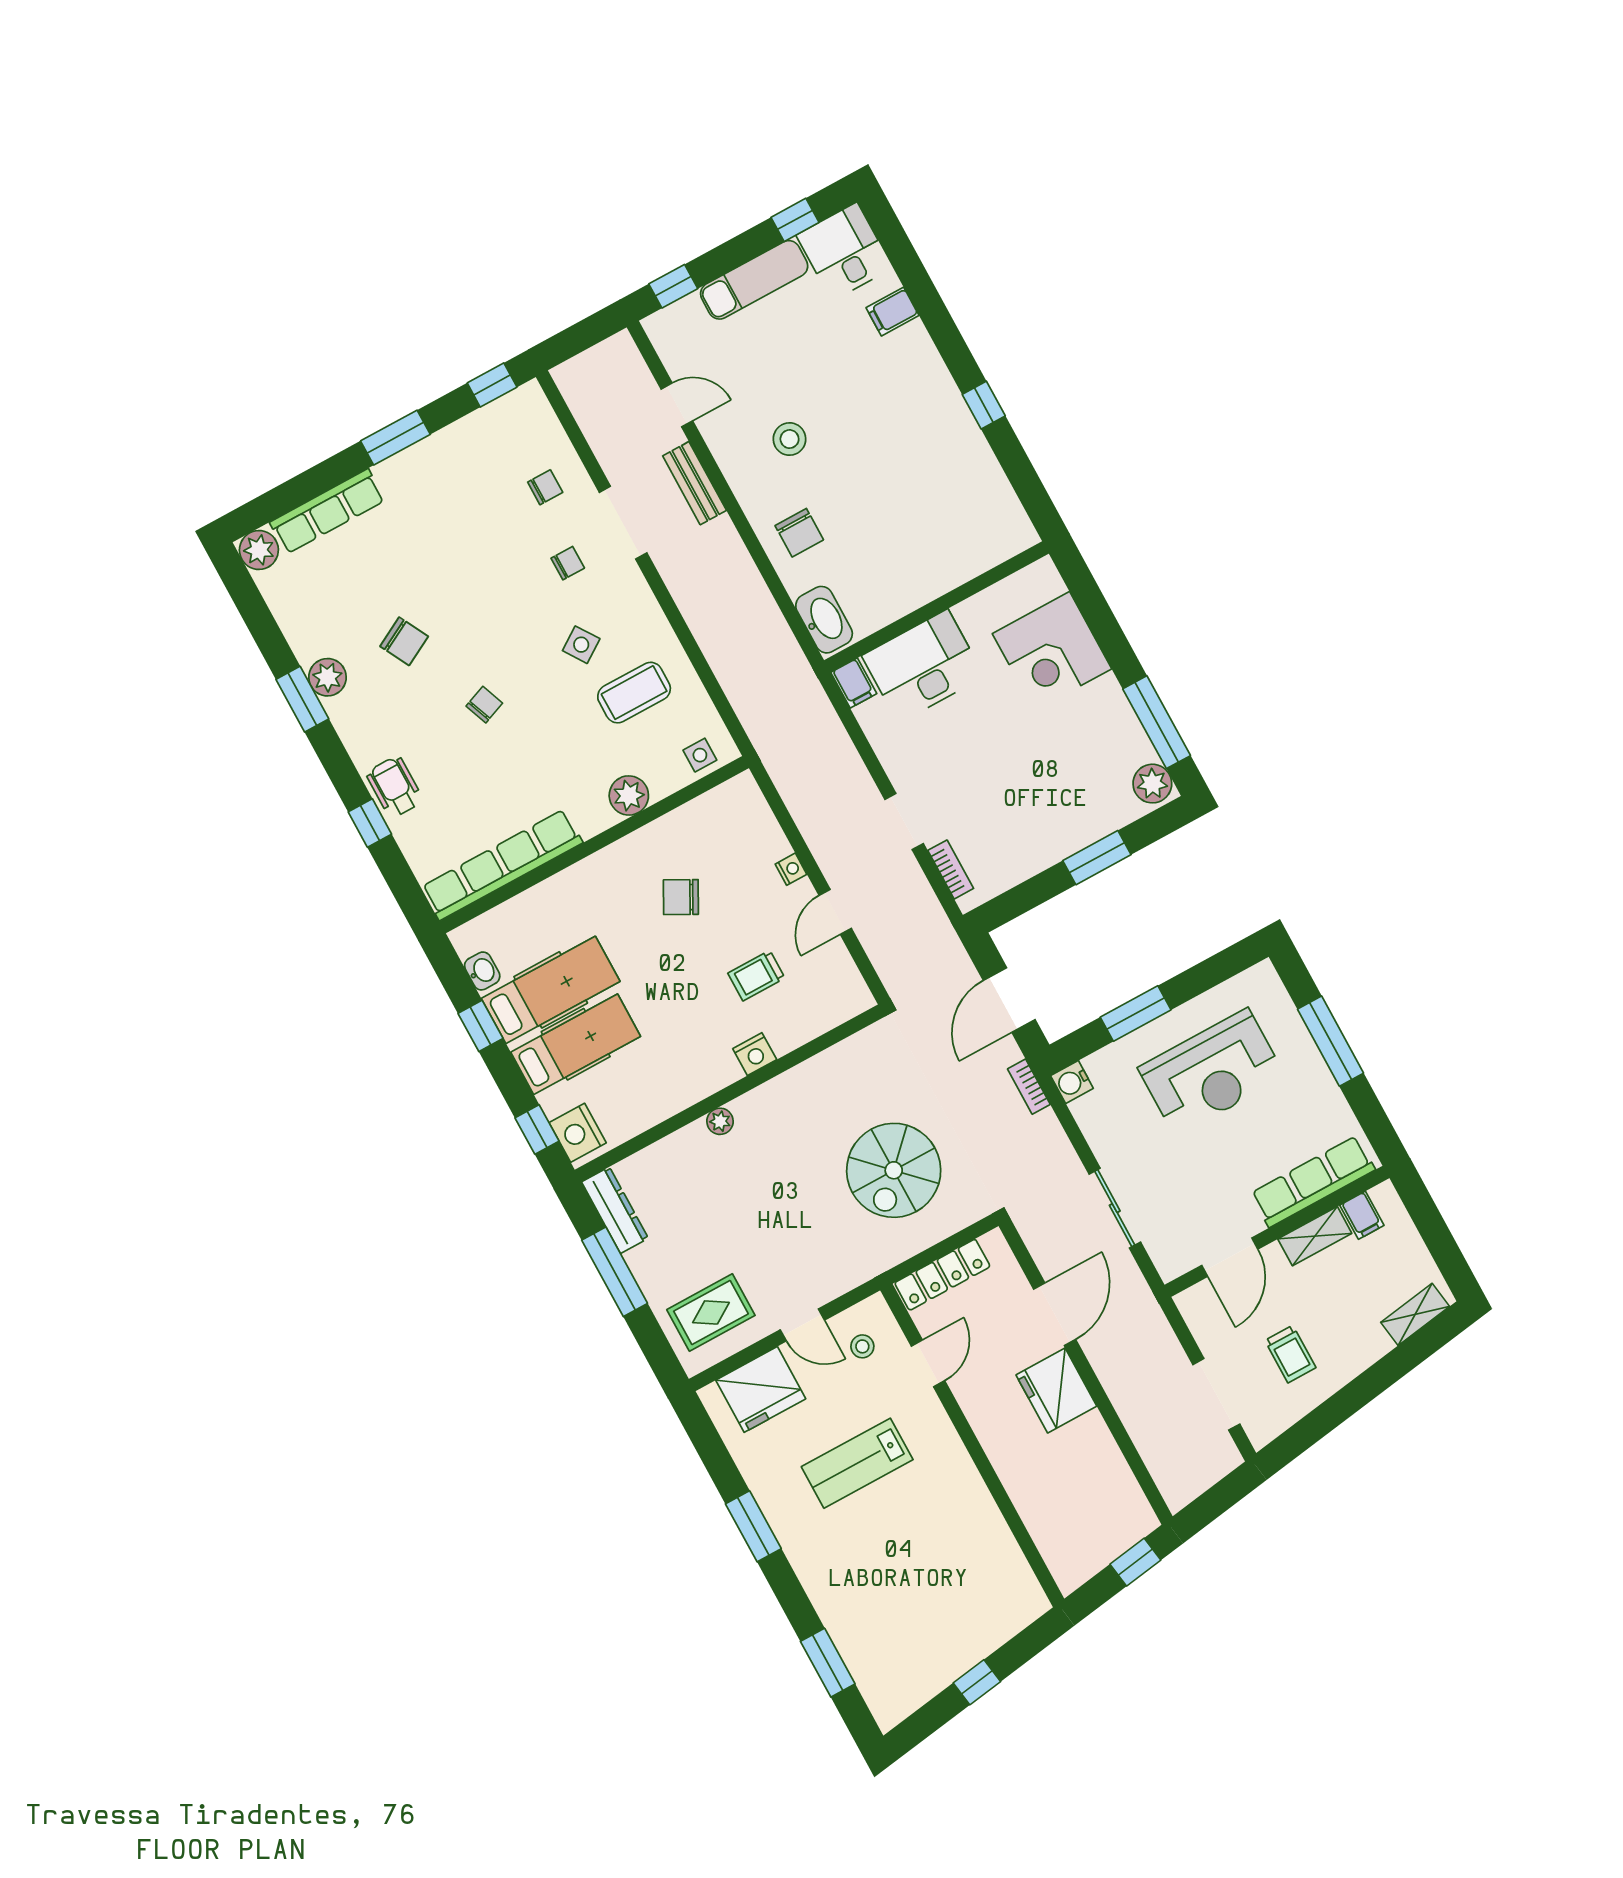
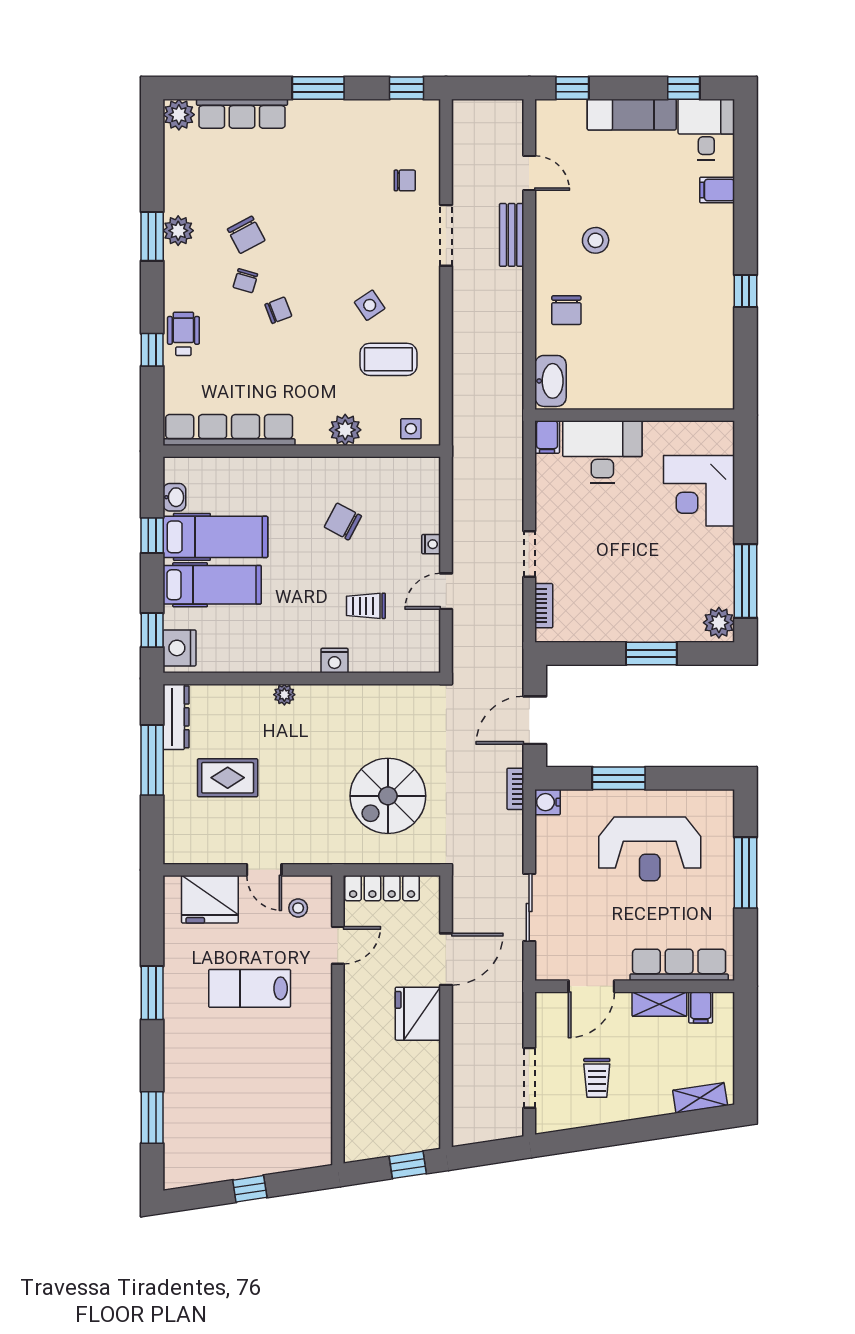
chair: (568, 563) -> (245, 281), moved, turned 106
rug: (711, 1312) -> (228, 778), moved

